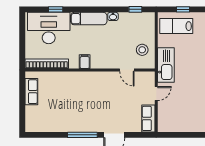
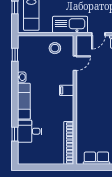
desk: (49, 28) -> (30, 131), width x0.53, depth x0.77
filing cabinet: (85, 62) -> (67, 90), moved
door: (156, 94) -> (98, 34), swing flipped

